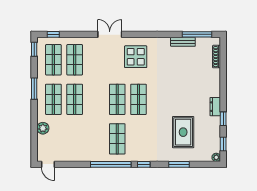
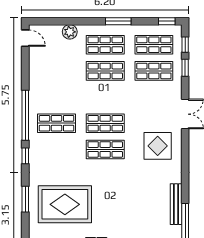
window: (72, 34) -> (185, 68), added
bench: (183, 42) -> (176, 204), width x1.36
rug: (183, 132) -> (65, 204), width x1.37, depth x1.44
door: (48, 164) -> (25, 38), swing flipped

